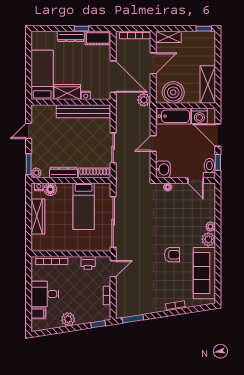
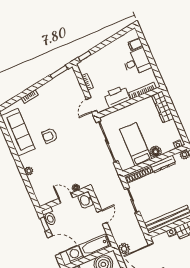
door: (195, 180) -> (66, 198), moved
floor lamp: (50, 189) -> (156, 152), moved
wardrobe: (38, 217) -> (163, 107), moved
plant: (208, 239) -> (26, 160), removed
printer: (88, 263) -> (117, 97), width x1.87, depth x1.48
plant: (68, 319) -> (110, 50), removed

